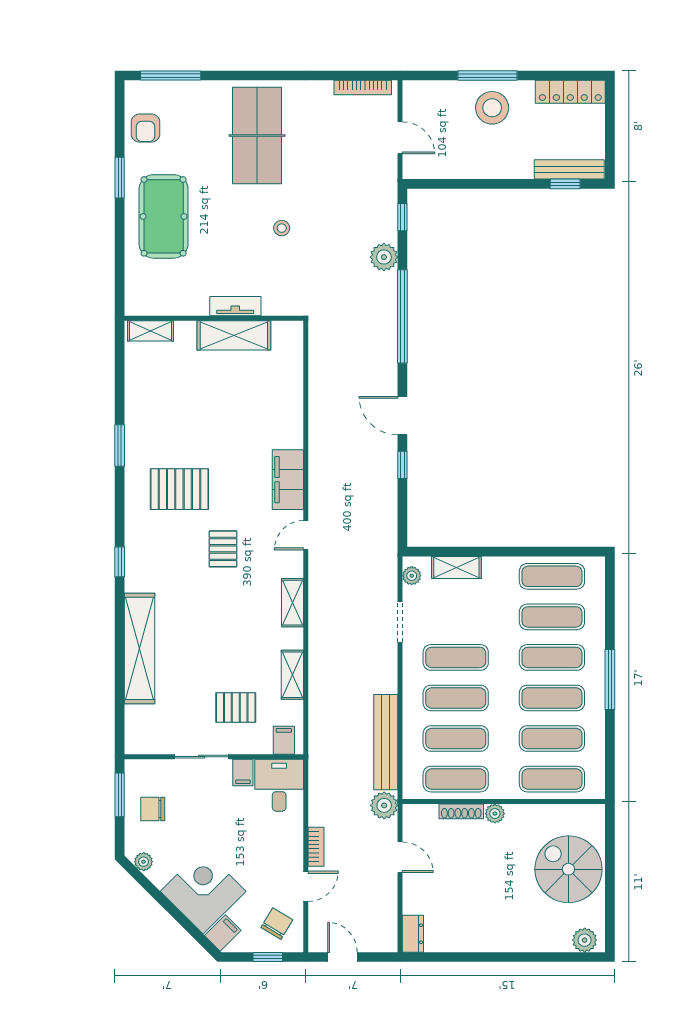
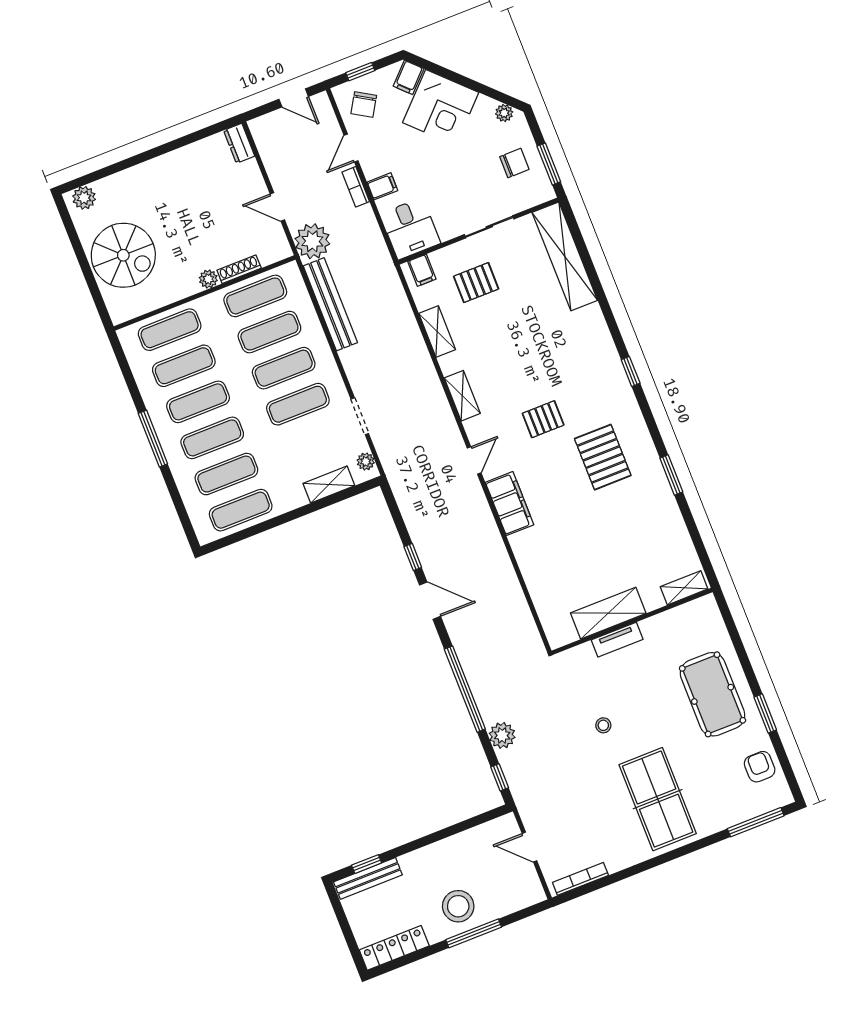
pallet: (179, 489) -> (603, 457), turned 90
pallet: (223, 549) -> (543, 419), turned 90
shelving: (139, 648) -> (565, 256), moved
filing cabinet: (243, 772) -> (382, 186), moved, turned 90
plant: (384, 805) -> (312, 241), width x1.36, depth x1.36

